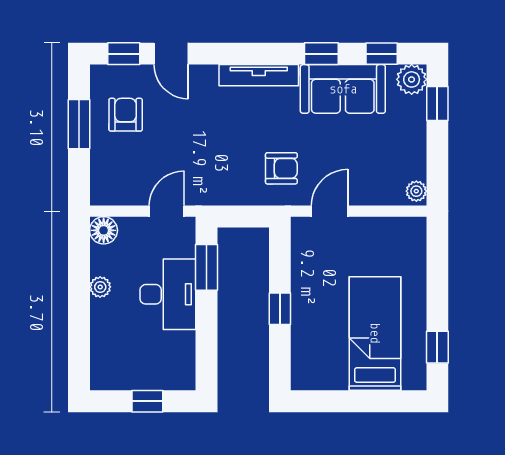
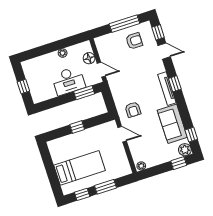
door: (171, 54) -> (164, 51), swing flipped
window: (321, 54) -> (175, 84), moved
window: (79, 124) -> (124, 24), width x1.44
floor lamp: (104, 230) -> (89, 58), moved
window: (437, 288) -> (106, 187), added

